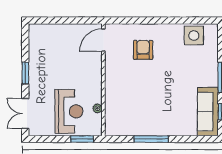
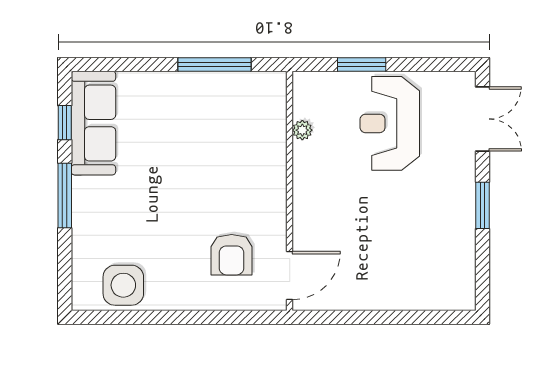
door: (103, 40) -> (290, 276), moved
wall: (103, 80) -> (290, 191), moved
plant: (97, 108) -> (302, 130), moved

